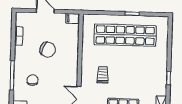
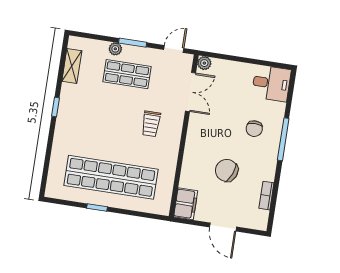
filing cabinet: (73, 19) -> (186, 204), width x2.00

